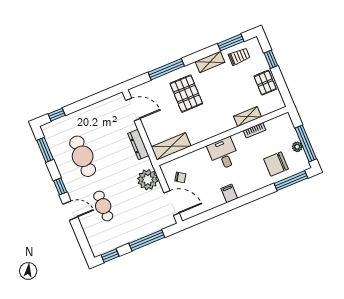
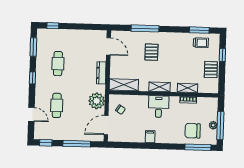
shelving: (210, 62) -> (159, 87), moved
pallet: (186, 94) -> (151, 52), width x0.67, depth x0.71
cafe table: (83, 156) -> (58, 64), width x0.73, depth x0.74
door: (172, 203) -> (106, 125), swing flipped
door: (70, 211) -> (31, 114), moved

